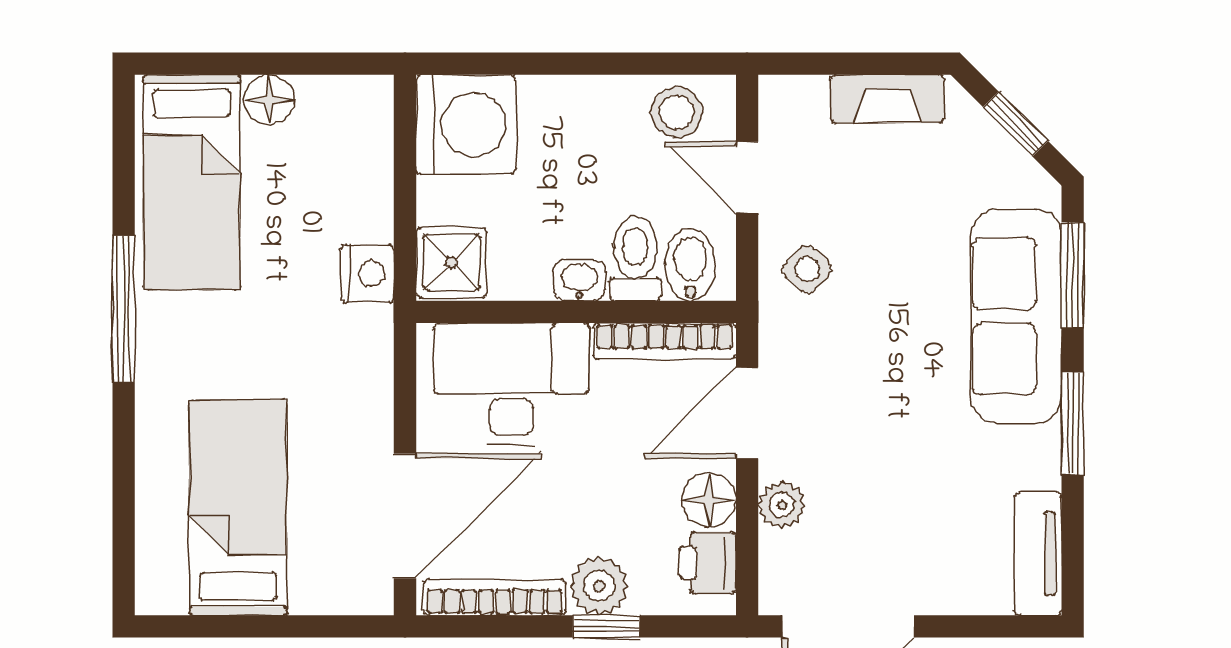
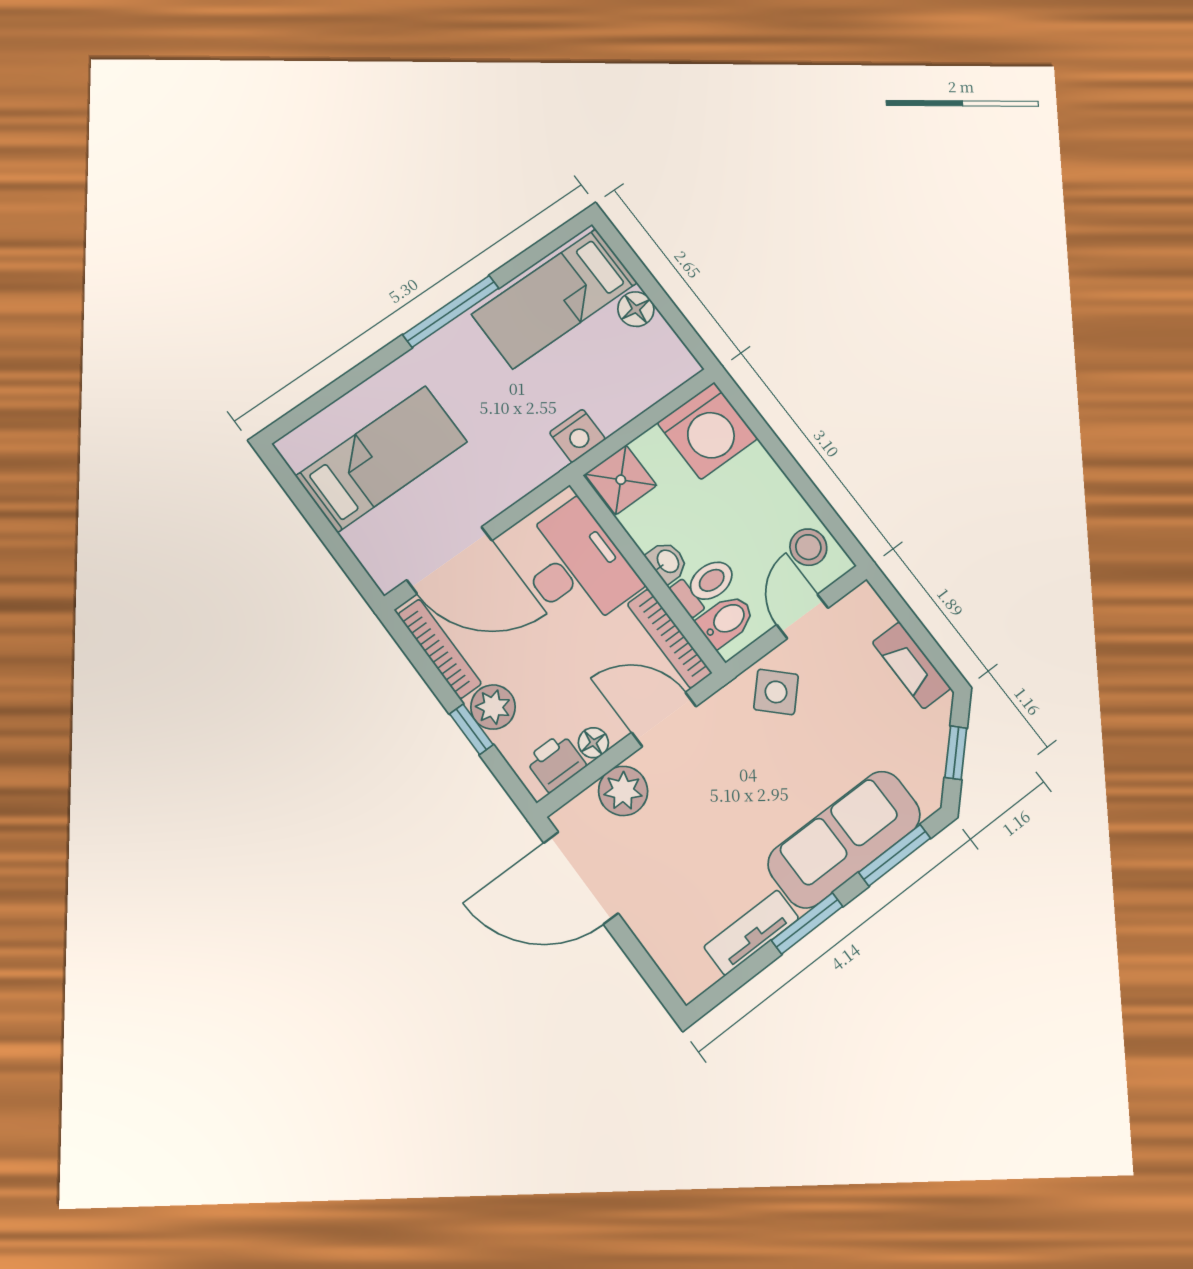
side table: (807, 269) -> (776, 692), width x1.37, depth x1.37
floor lamp: (709, 500) -> (593, 743), width x0.73, depth x0.73
plant: (782, 505) -> (623, 791), width x1.38, depth x1.38
tv unit: (1038, 554) -> (751, 933), moved

